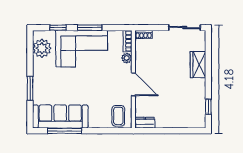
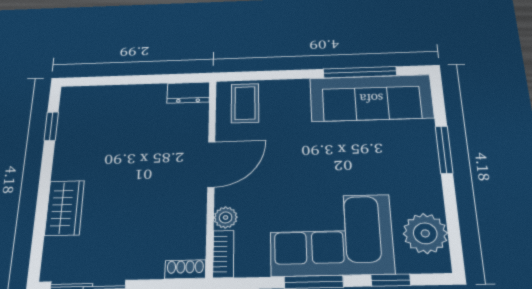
door: (133, 84) -> (211, 164), swing flipped

